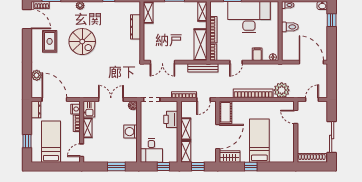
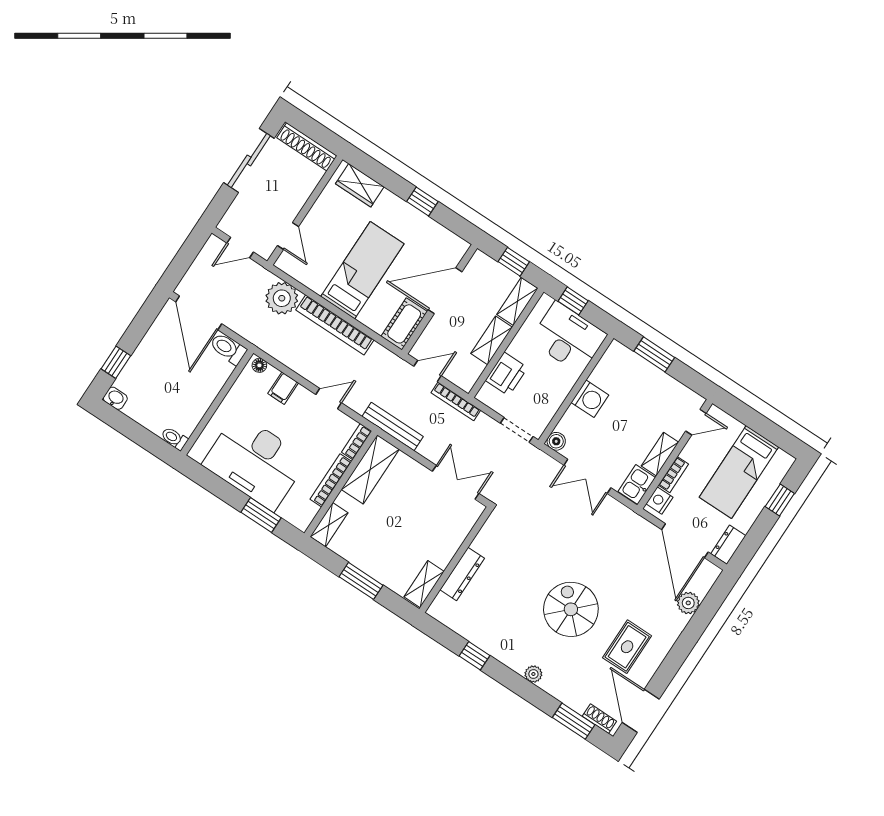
toilet: (290, 27) -> (228, 349), moved
bed: (259, 141) -> (362, 270), moved, turned 180
desk: (151, 150) -> (568, 338), width x1.37
wardrobe: (230, 156) -> (360, 185), moved

